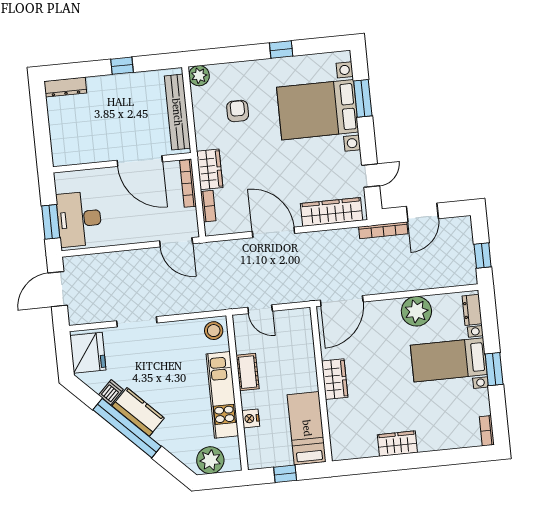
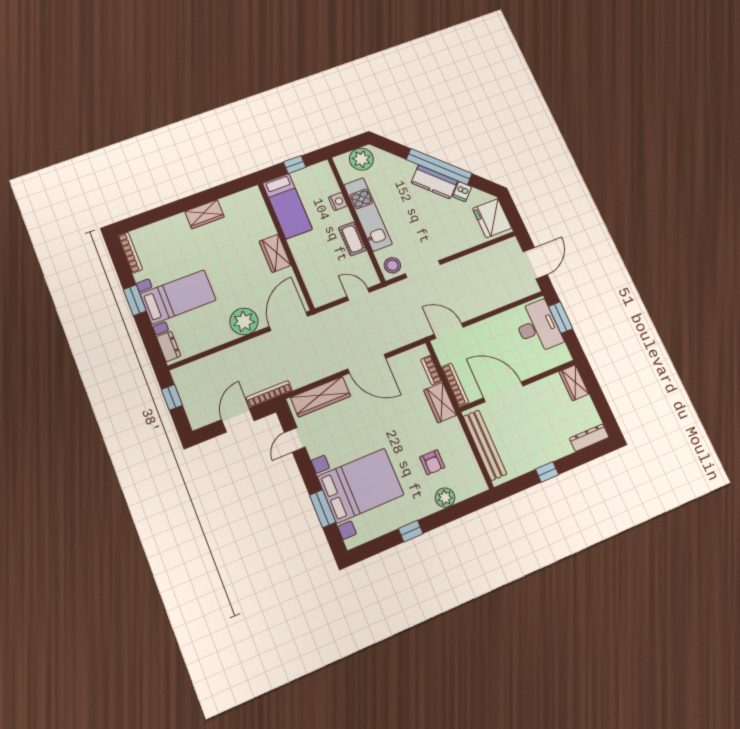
plant: (199, 76) -> (445, 498), moved
wardrobe: (61, 149) -> (574, 383), added
plant: (416, 311) -> (244, 321), moved
doorway: (137, 322) -> (423, 269), moved
bookcase: (487, 431) -> (130, 253), width x1.56

